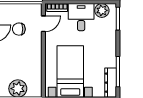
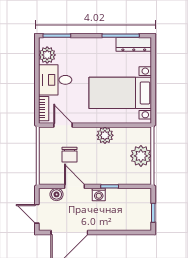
plant: (35, 59) -> (105, 135), added

